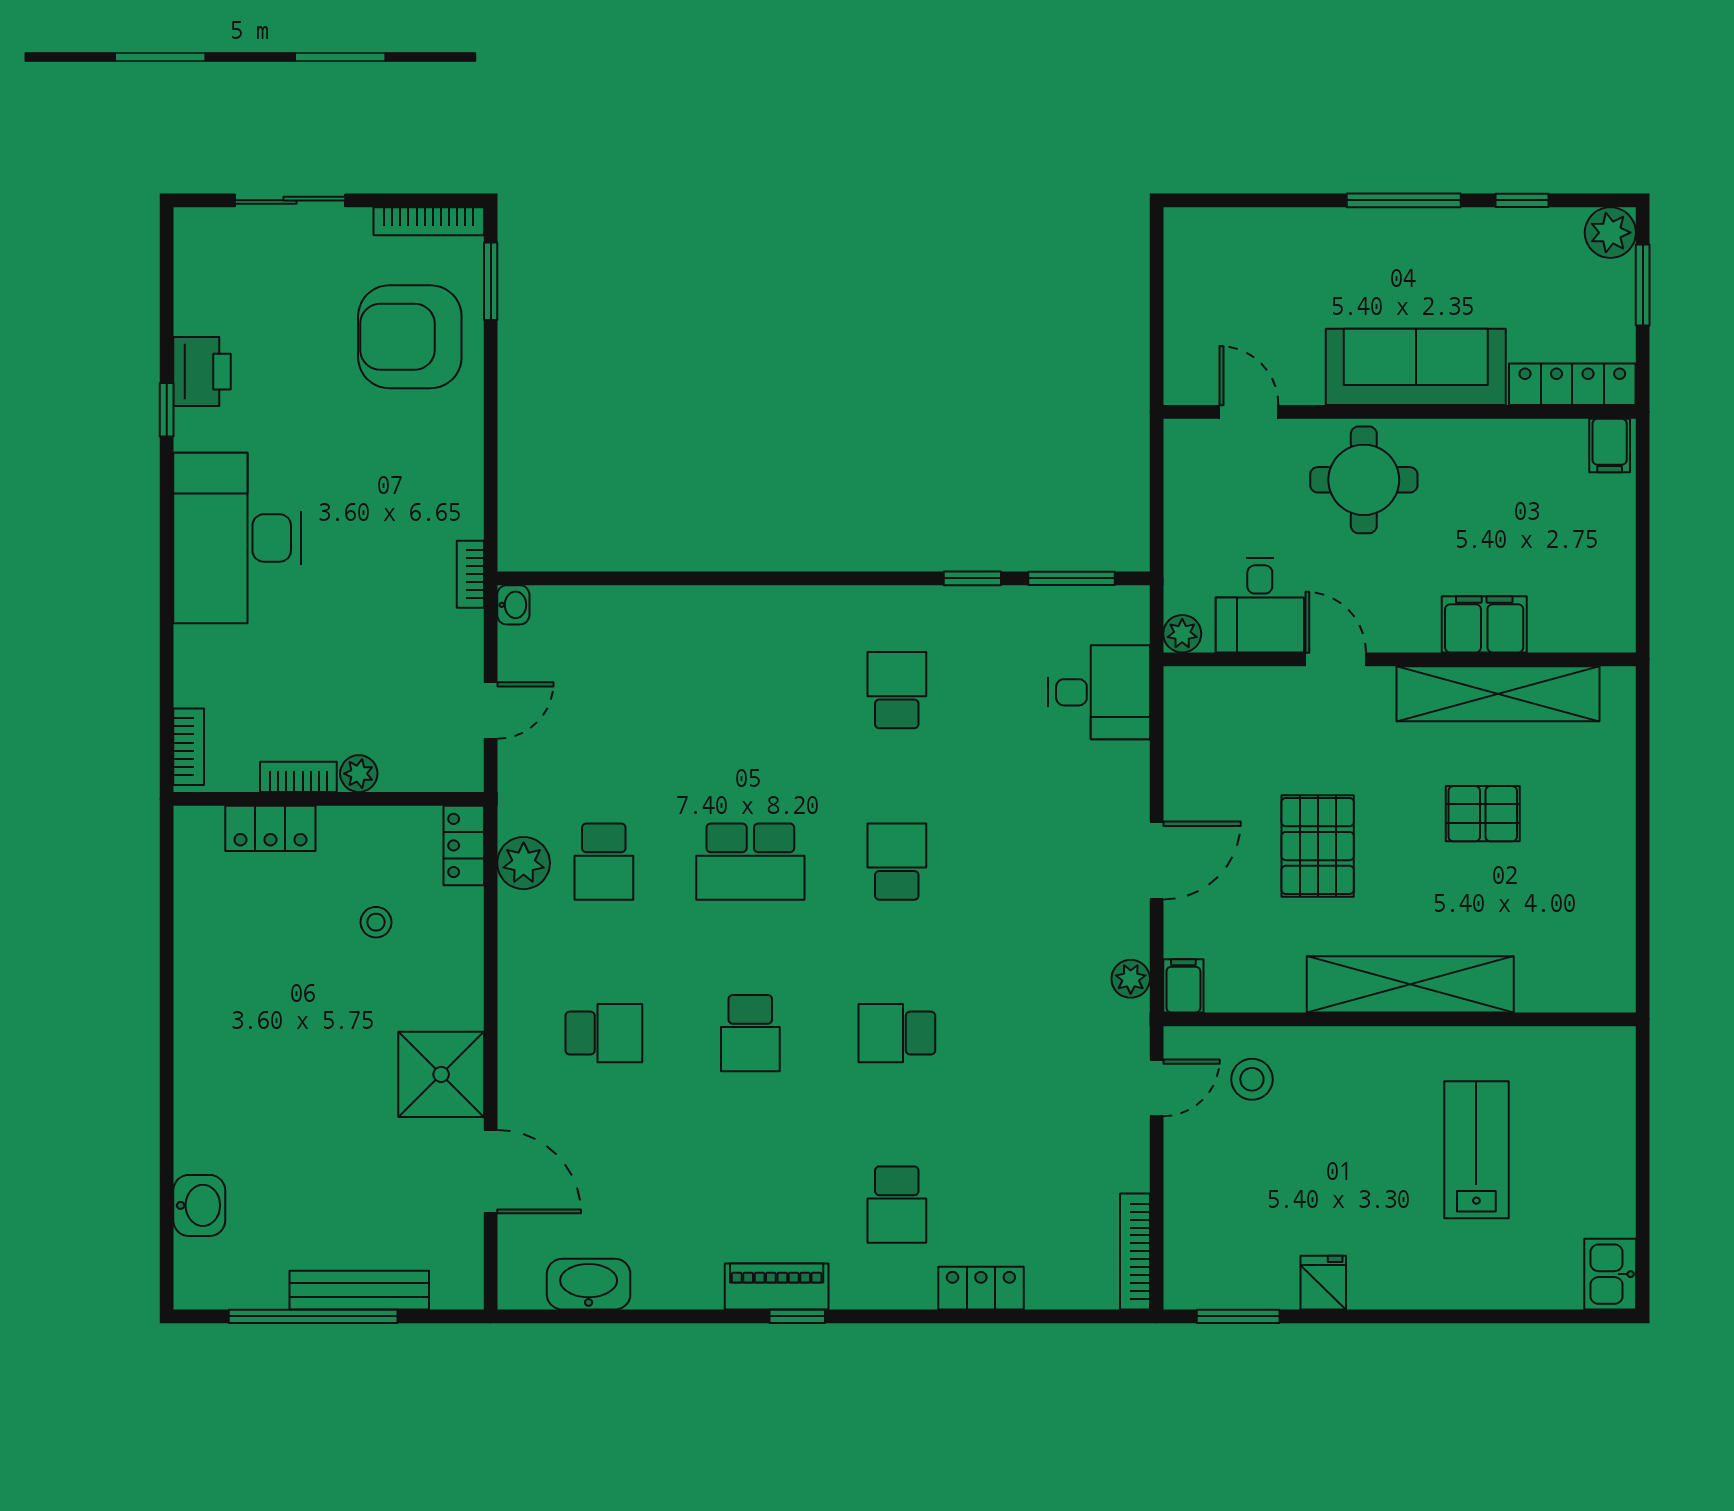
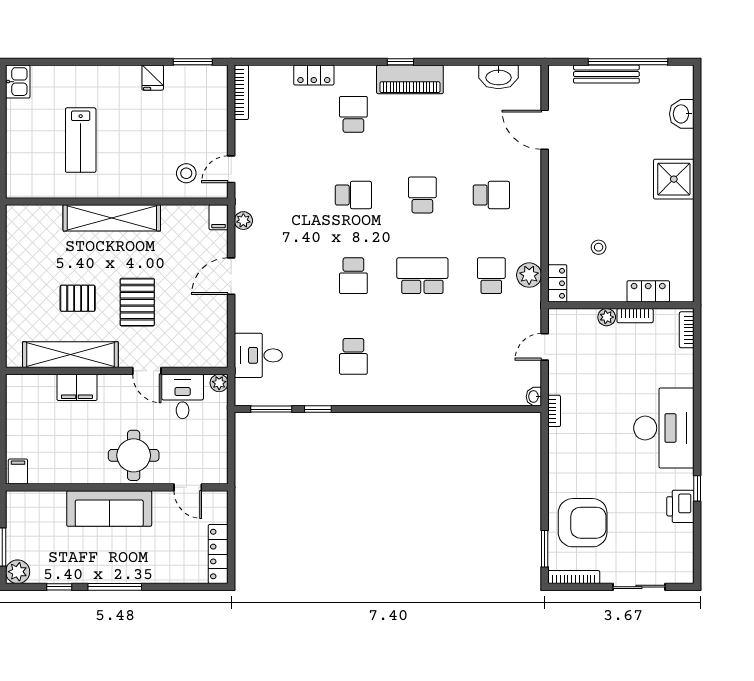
locker: (1572, 384) -> (218, 554), moved, turned 90
pallet: (1318, 846) -> (137, 302), moved
school desk: (604, 1033) -> (491, 195), turned 180
shower: (441, 1074) -> (674, 179), moved
piano: (777, 1286) -> (410, 79), width x1.37, depth x1.33

